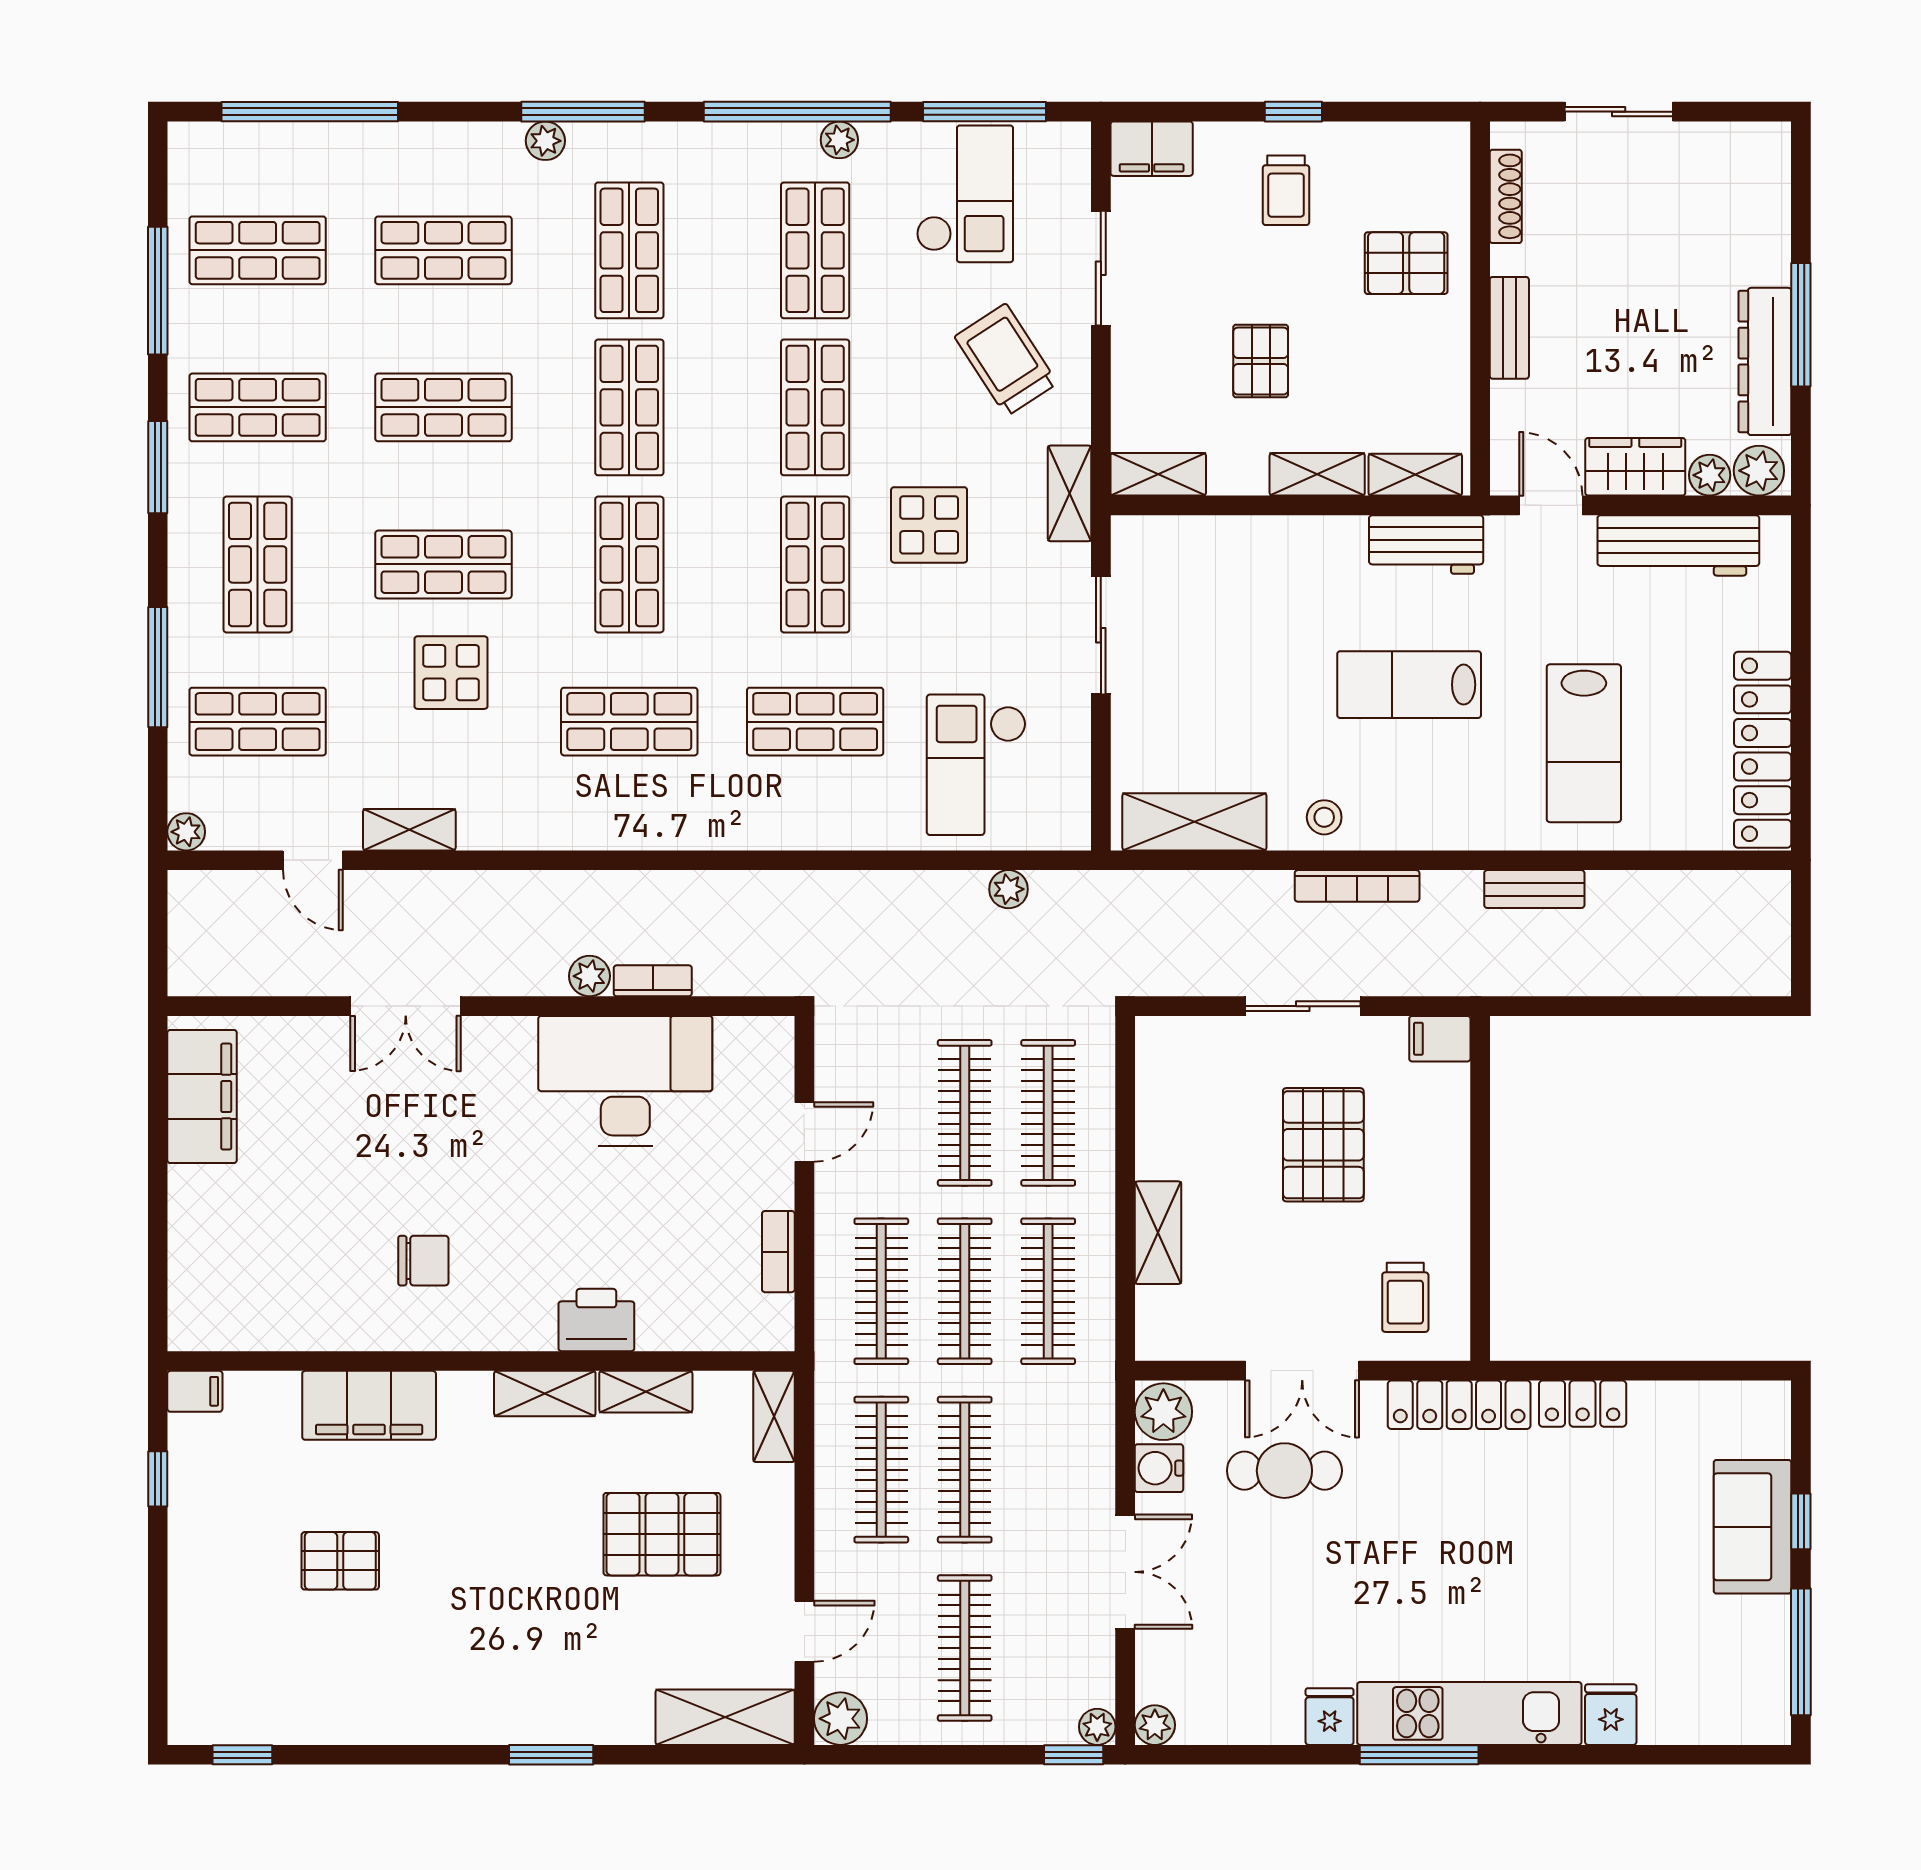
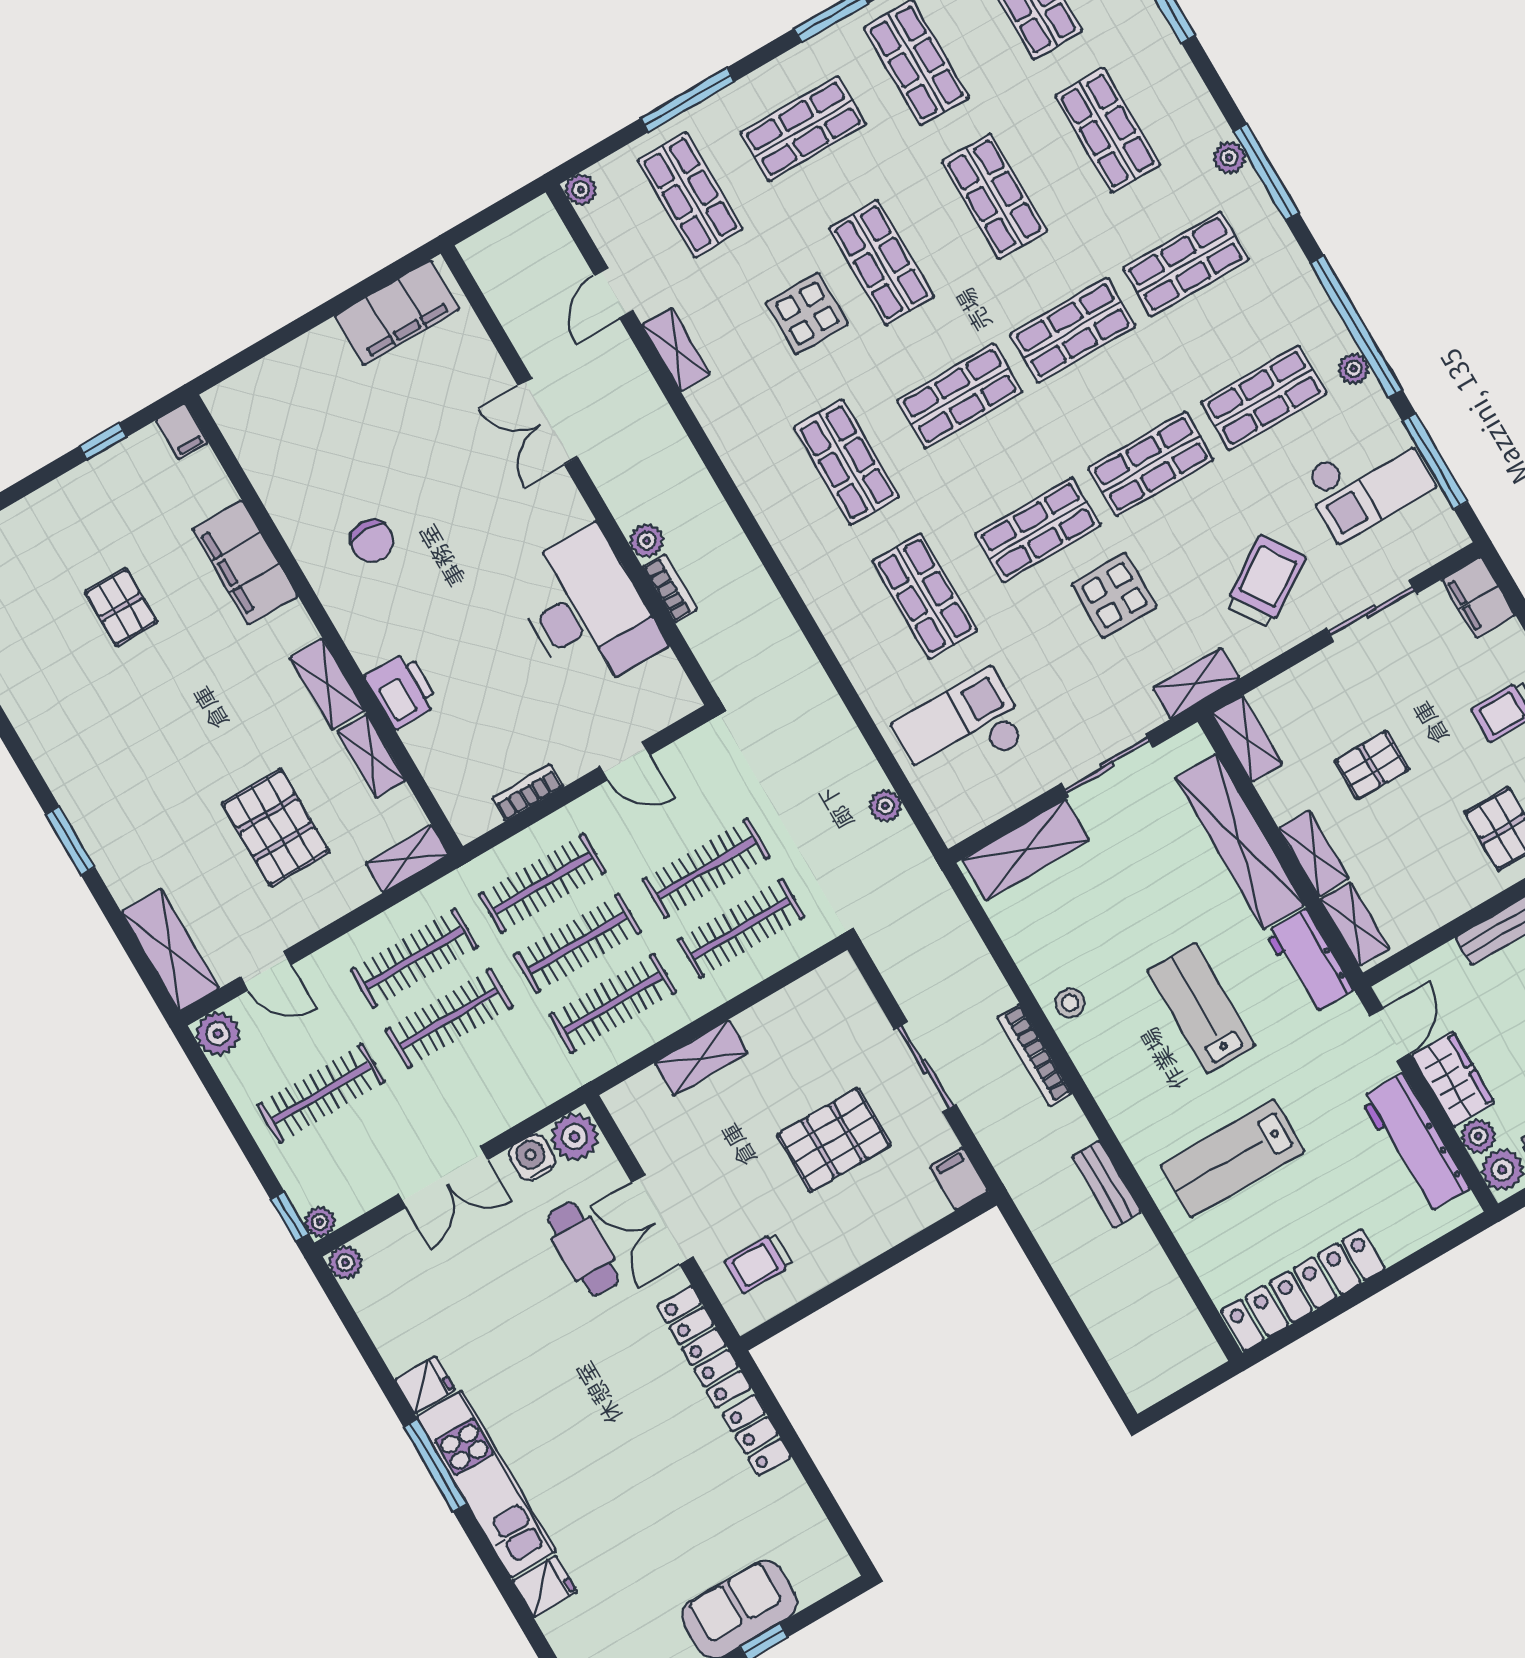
shelving: (1260, 544) -> (1240, 841), added
shelving: (1194, 822) -> (1026, 850), moved, turned 90

